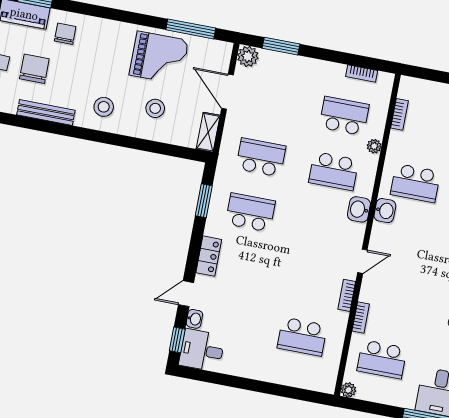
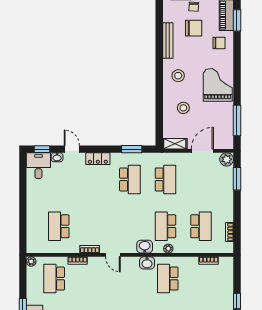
grand piano: (159, 58) -> (218, 85), moved, turned 180
plant: (374, 146) -> (168, 249), moved

